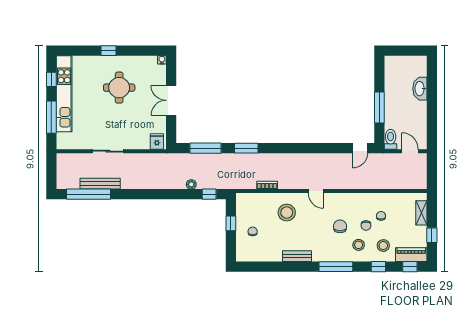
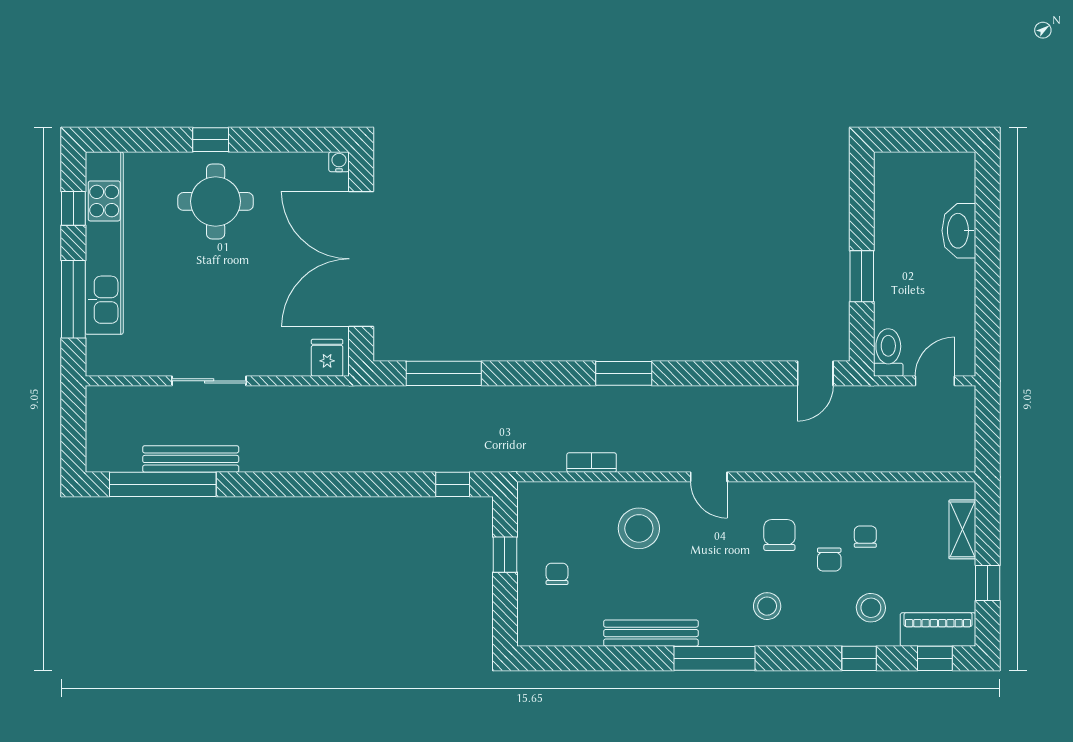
round table: (119, 88) -> (216, 201), moved
double door: (171, 100) -> (361, 259), width x1.87
window: (379, 108) -> (862, 276), width x0.69
window: (246, 148) -> (624, 373), moved
door: (410, 151) -> (935, 381), hinge flipped
plant: (191, 184) -> (410, 461), removed
chair: (340, 226) -> (779, 535), moved
stool: (359, 245) -> (767, 606), moved
bench: (297, 256) -> (651, 633), width x1.36
window: (336, 267) -> (714, 658), moved

